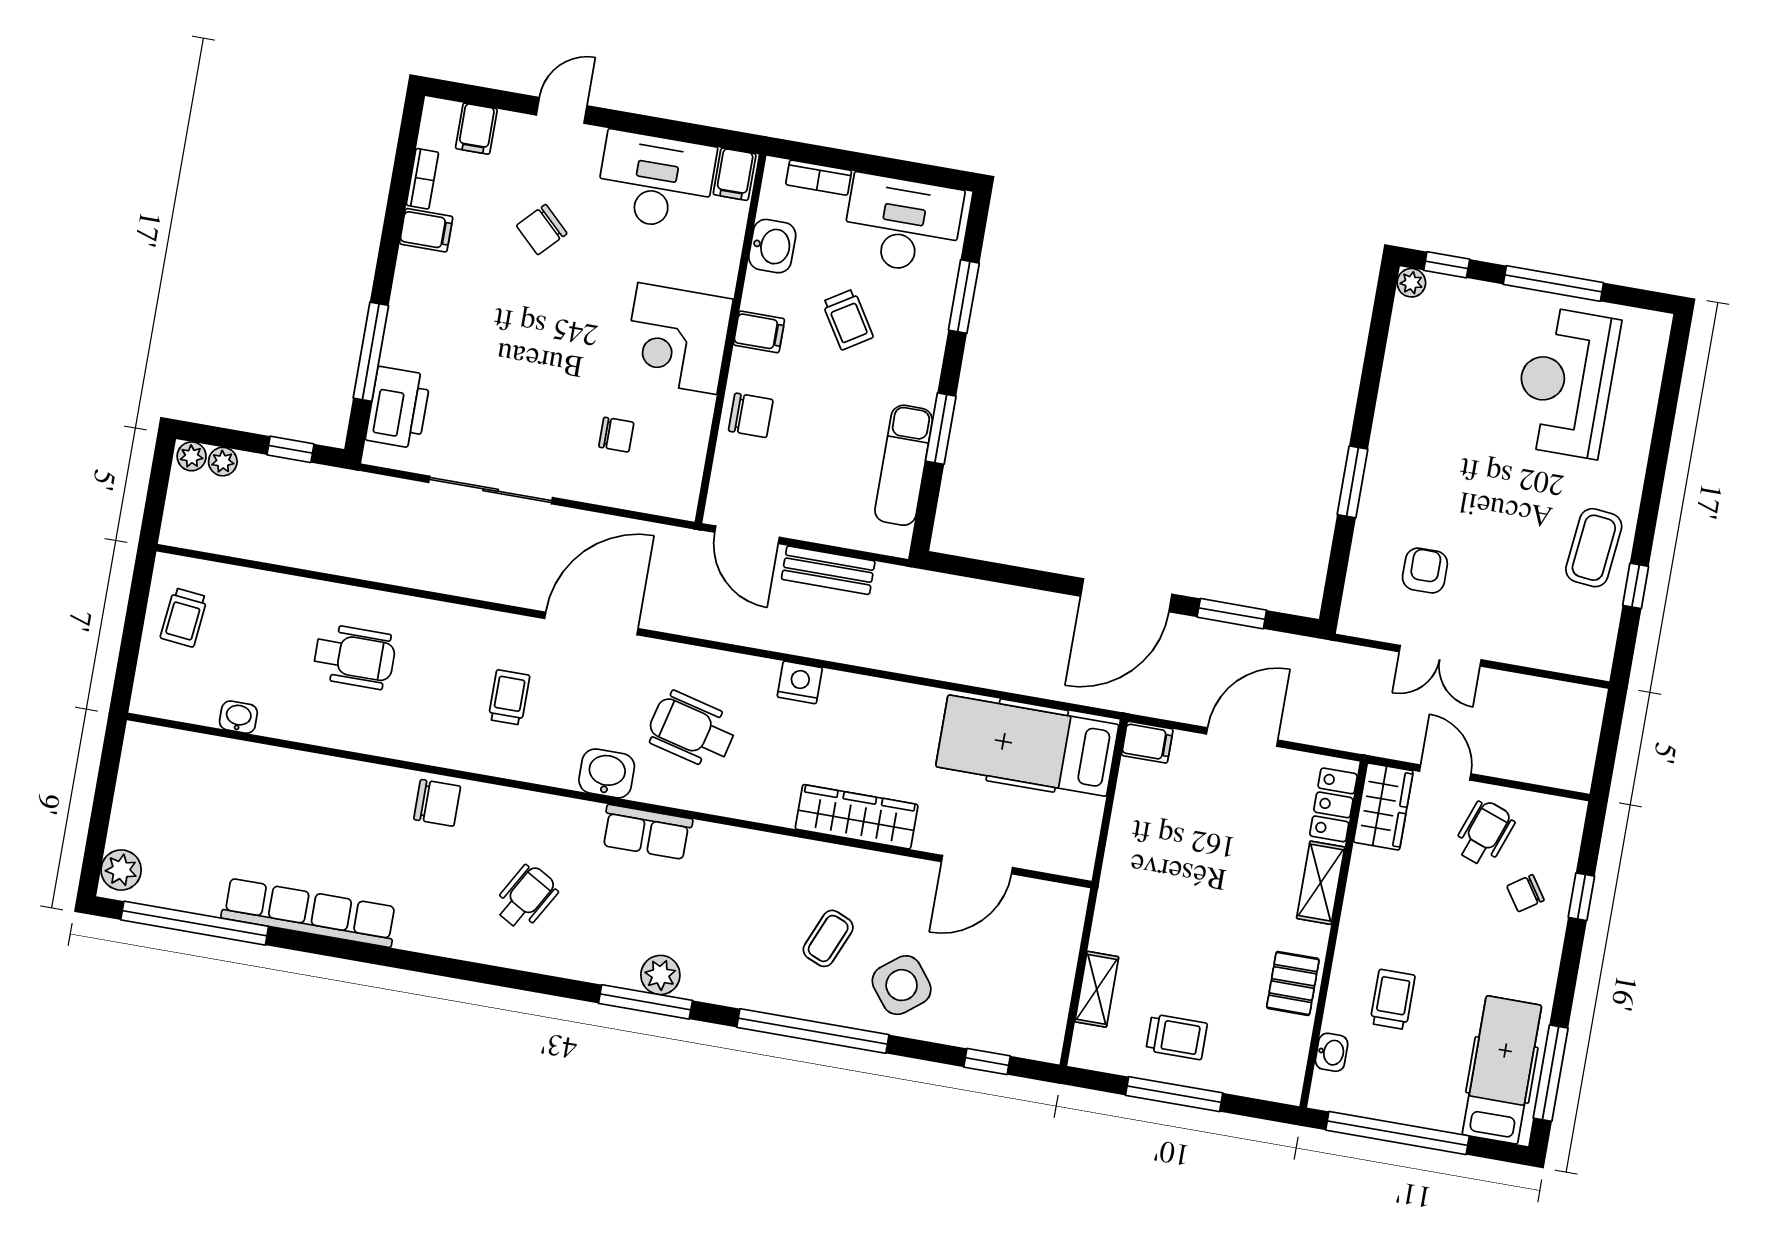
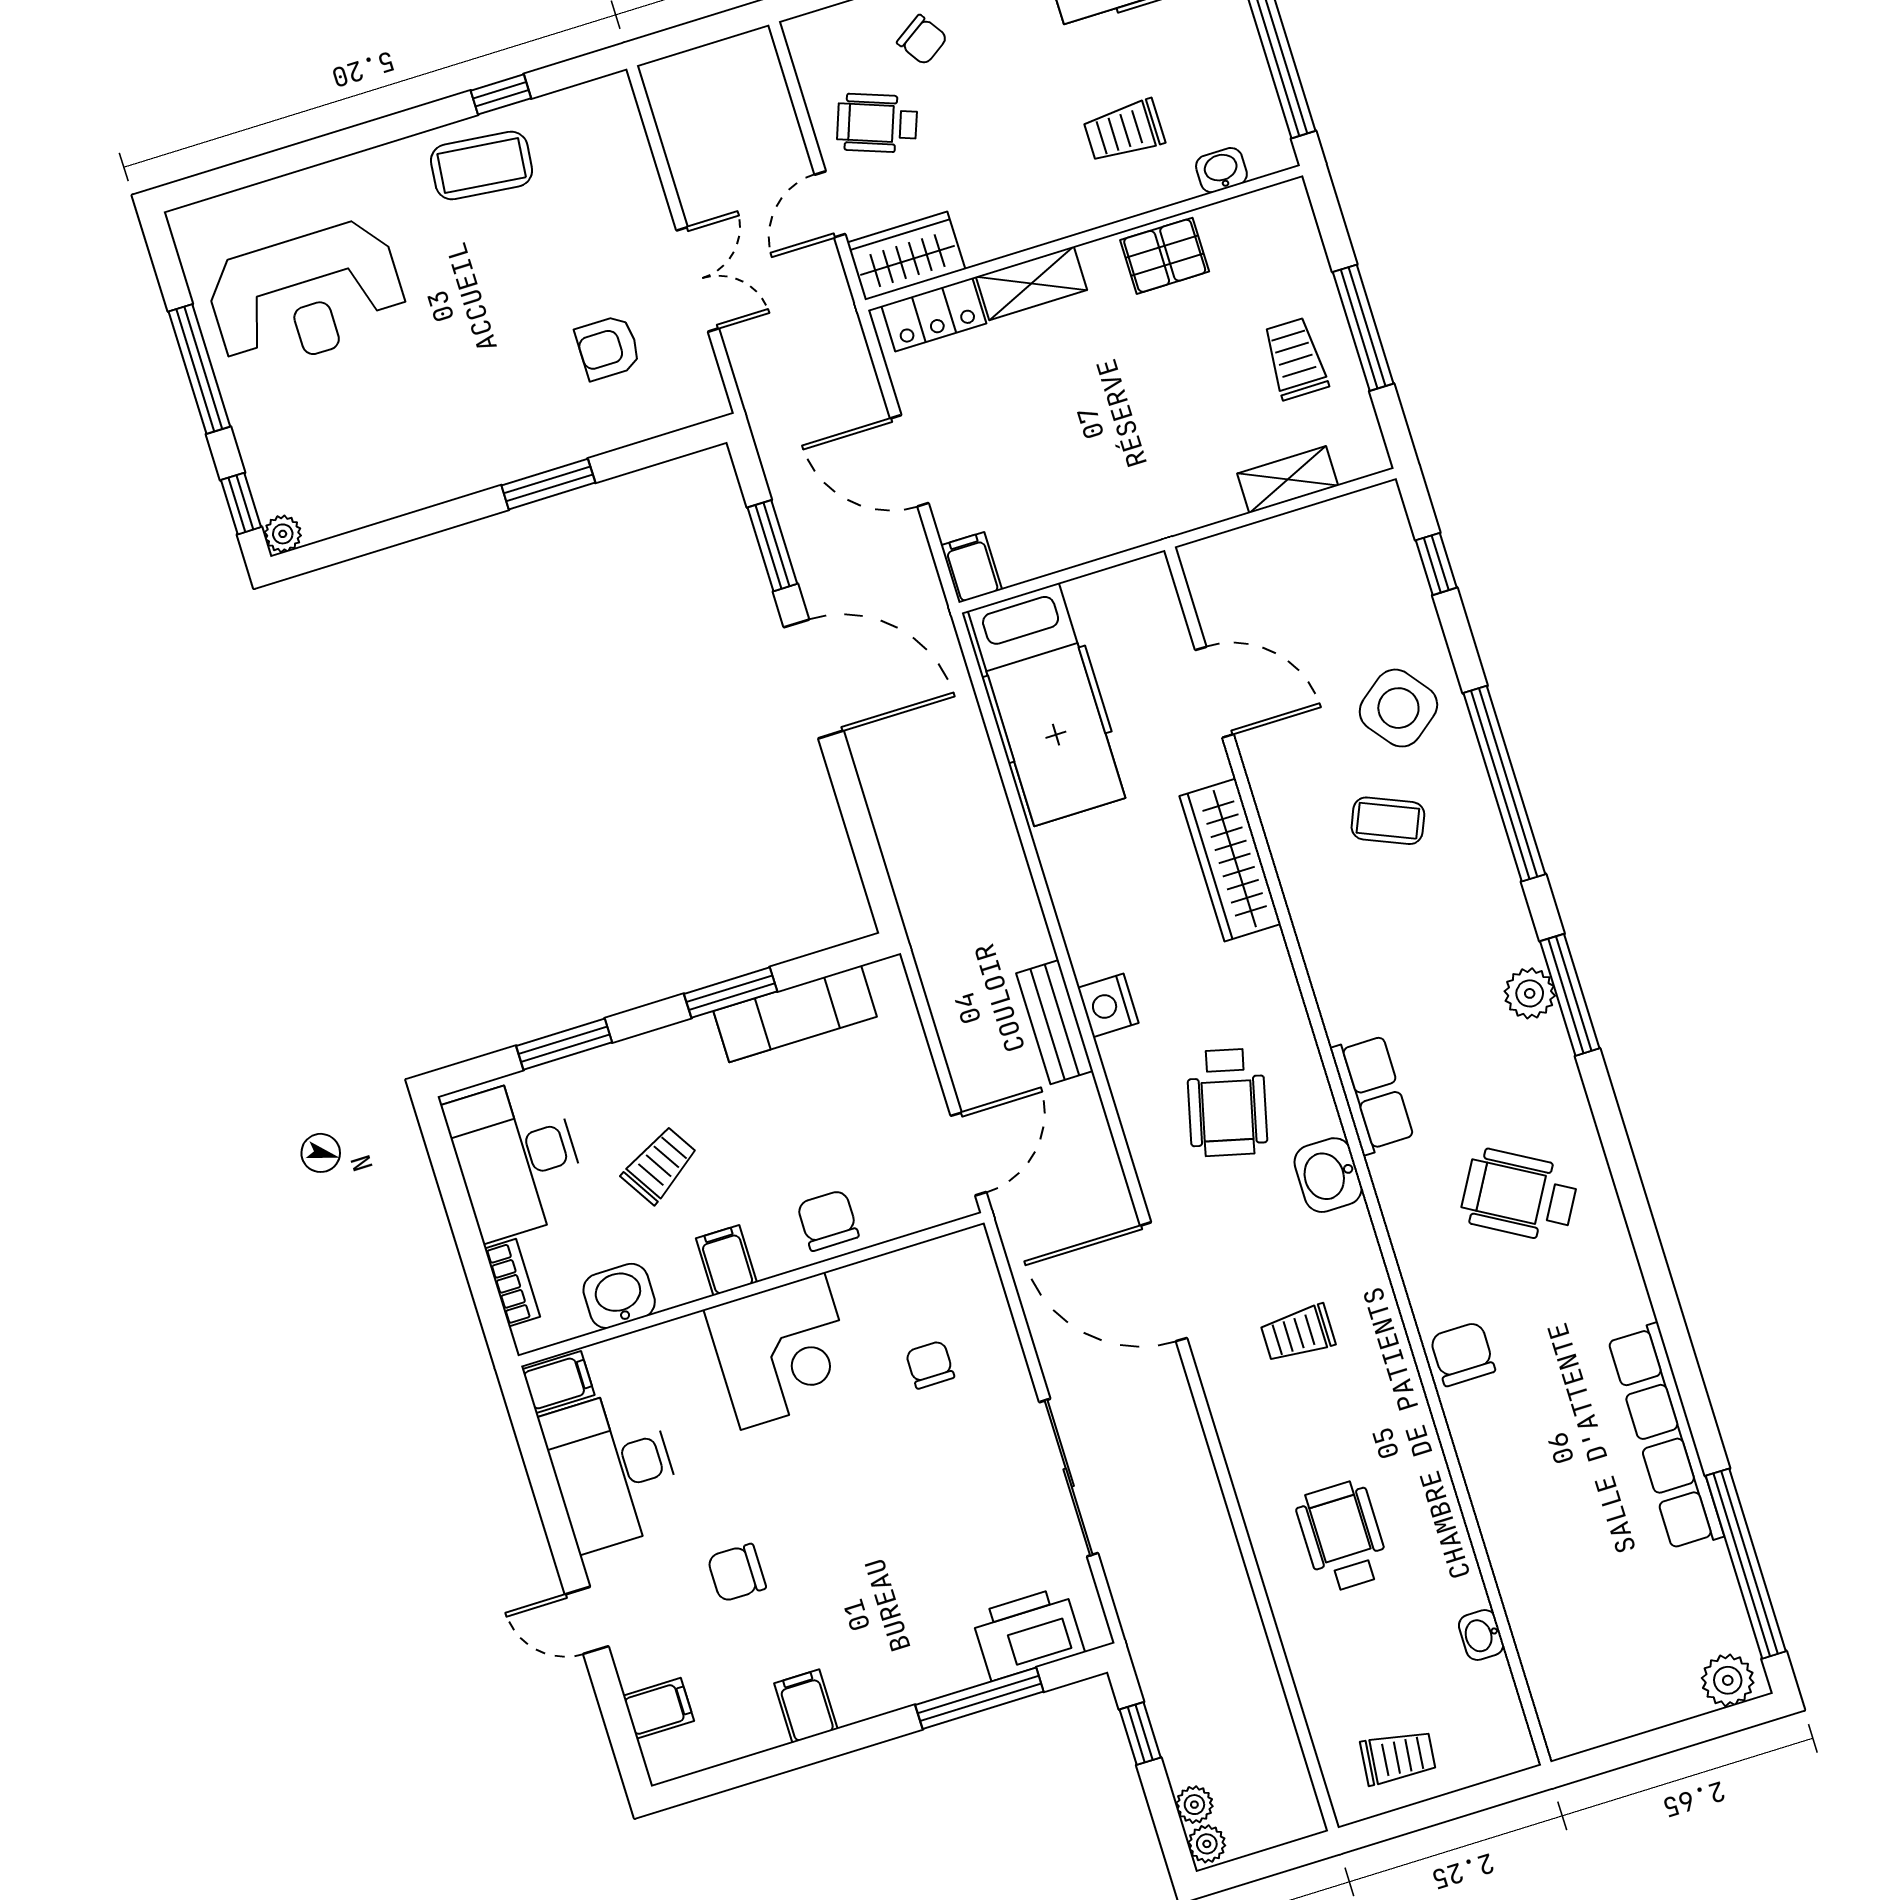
bookcase: (422, 179) -> (748, 1741), removed
chair: (542, 230) -> (737, 1573), turned 136
bench: (828, 570) -> (1055, 1022), moved
wheelchair: (526, 897) -> (1519, 1195), width x1.36, depth x1.37

